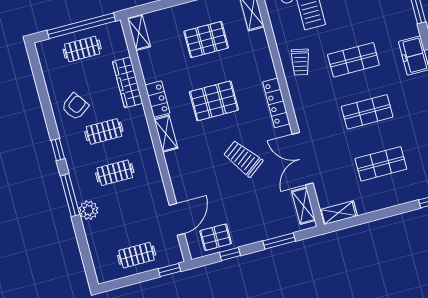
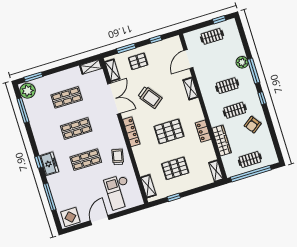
shelving: (166, 134) -> (190, 89), moved
pallet: (216, 237) -> (138, 61), moved
window: (169, 270) -> (219, 20), moved

